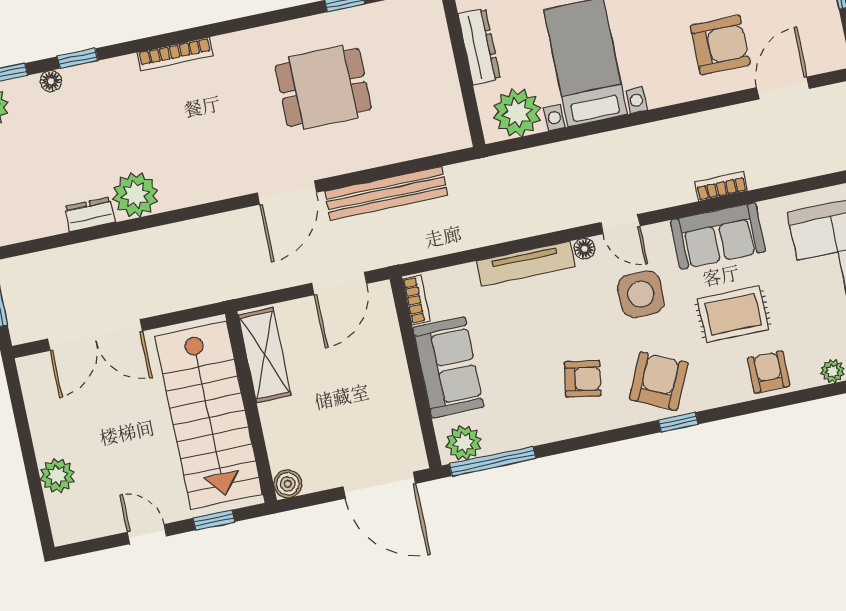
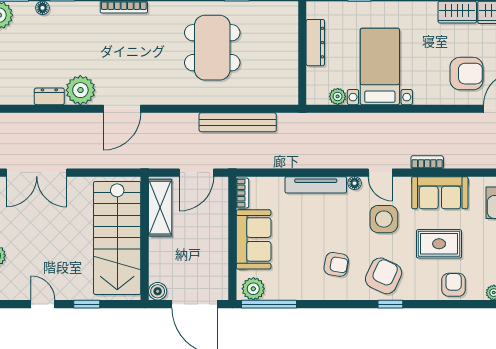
dining table: (323, 87) -> (212, 48), width x1.38
plant: (517, 113) -> (338, 96), width x0.53, depth x0.53
bookcase: (721, 186) -> (427, 162), moved
door: (287, 193) -> (122, 109), moved
shelving: (265, 355) -> (160, 208), moved
wall: (251, 407) -> (145, 238), moved
stairs: (209, 415) -> (117, 238), moved
boiler: (288, 484) -> (158, 291), moved

